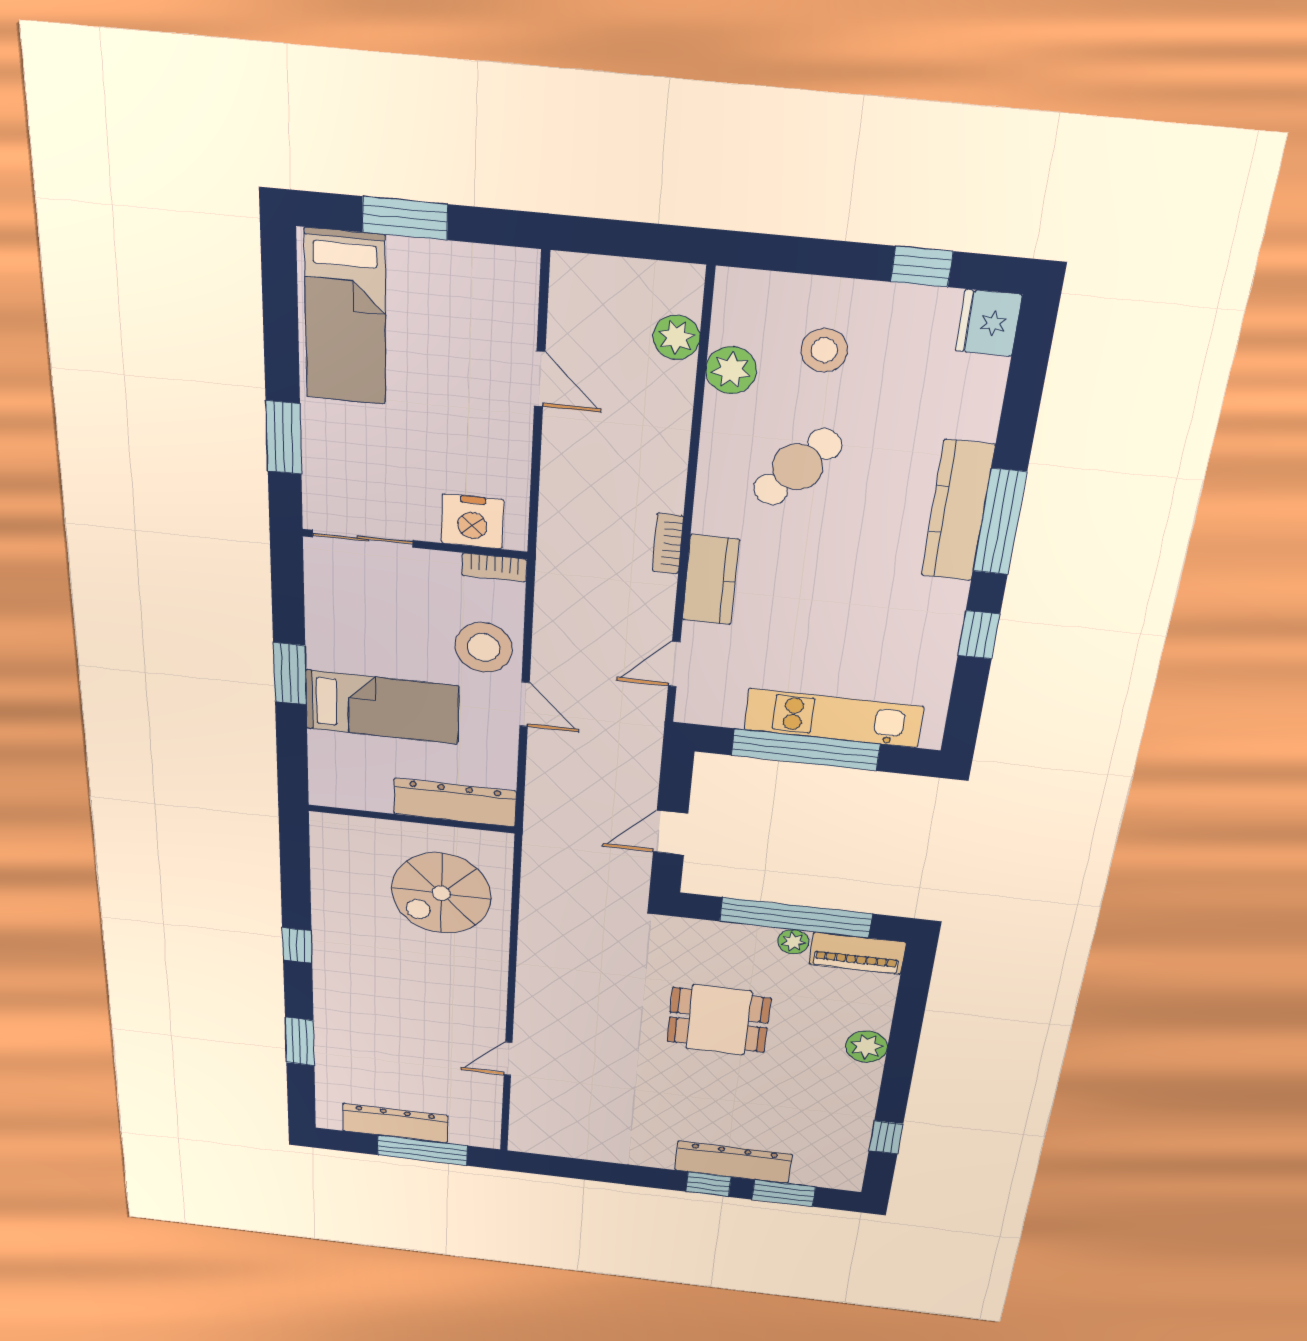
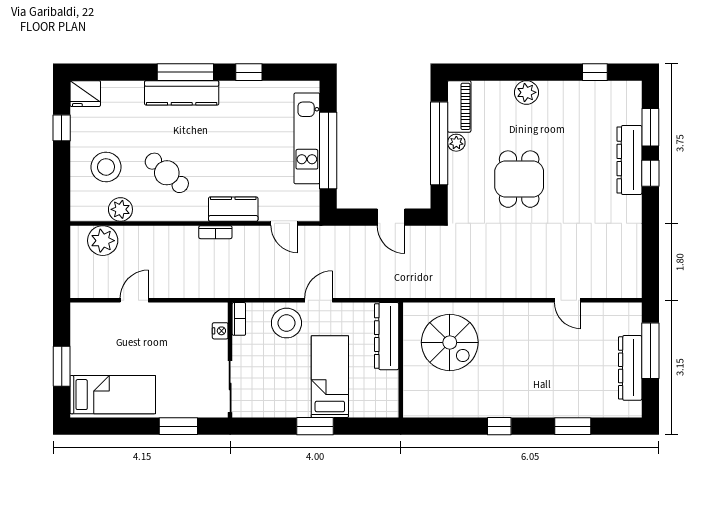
plant: (676, 337) -> (103, 241), width x1.36, depth x1.36
stool: (824, 350) -> (106, 167), width x1.38, depth x1.38
nightstand: (472, 521) -> (220, 331), width x0.53, depth x0.56

